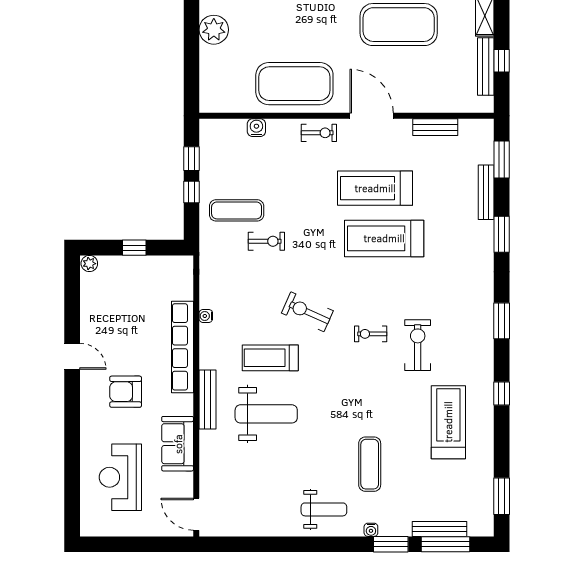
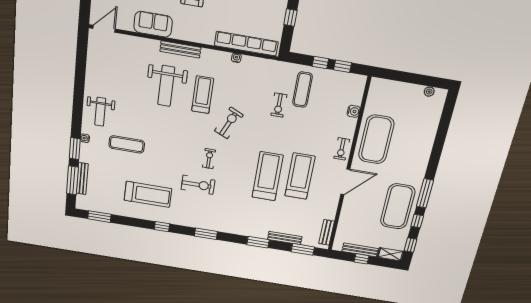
plant: (214, 30) -> (429, 92), width x0.53, depth x0.53
bench: (435, 127) -> (327, 232), moved
row of seats: (183, 347) -> (246, 44), moved

